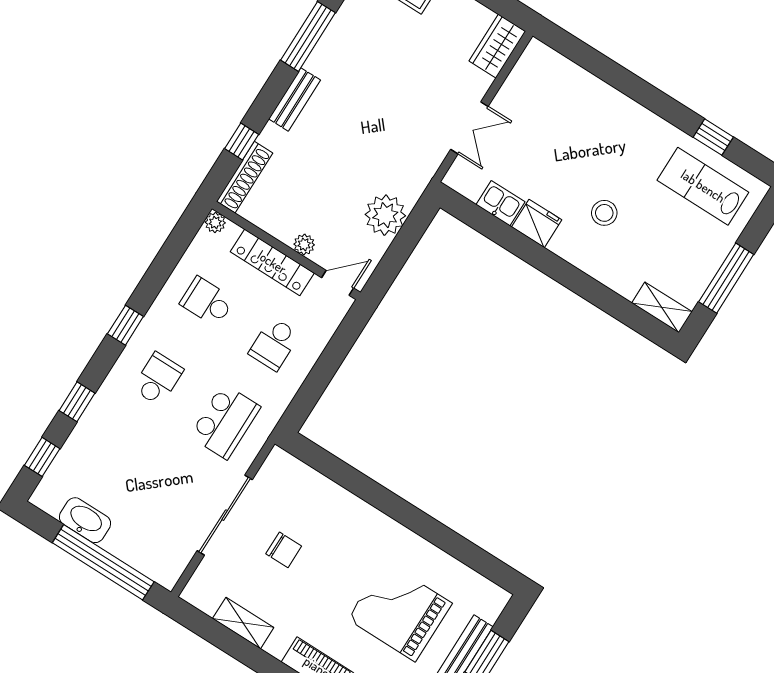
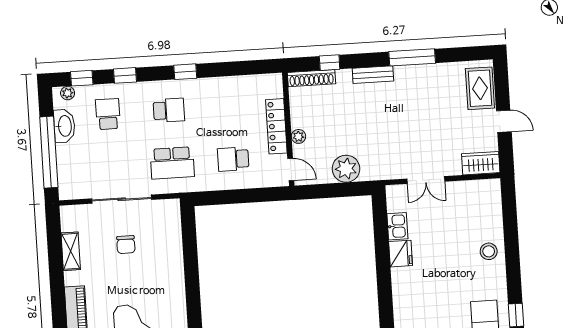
stool: (604, 213) -> (489, 251), moved
plant: (215, 223) -> (68, 93), moved
school desk: (207, 302) -> (108, 114), moved

